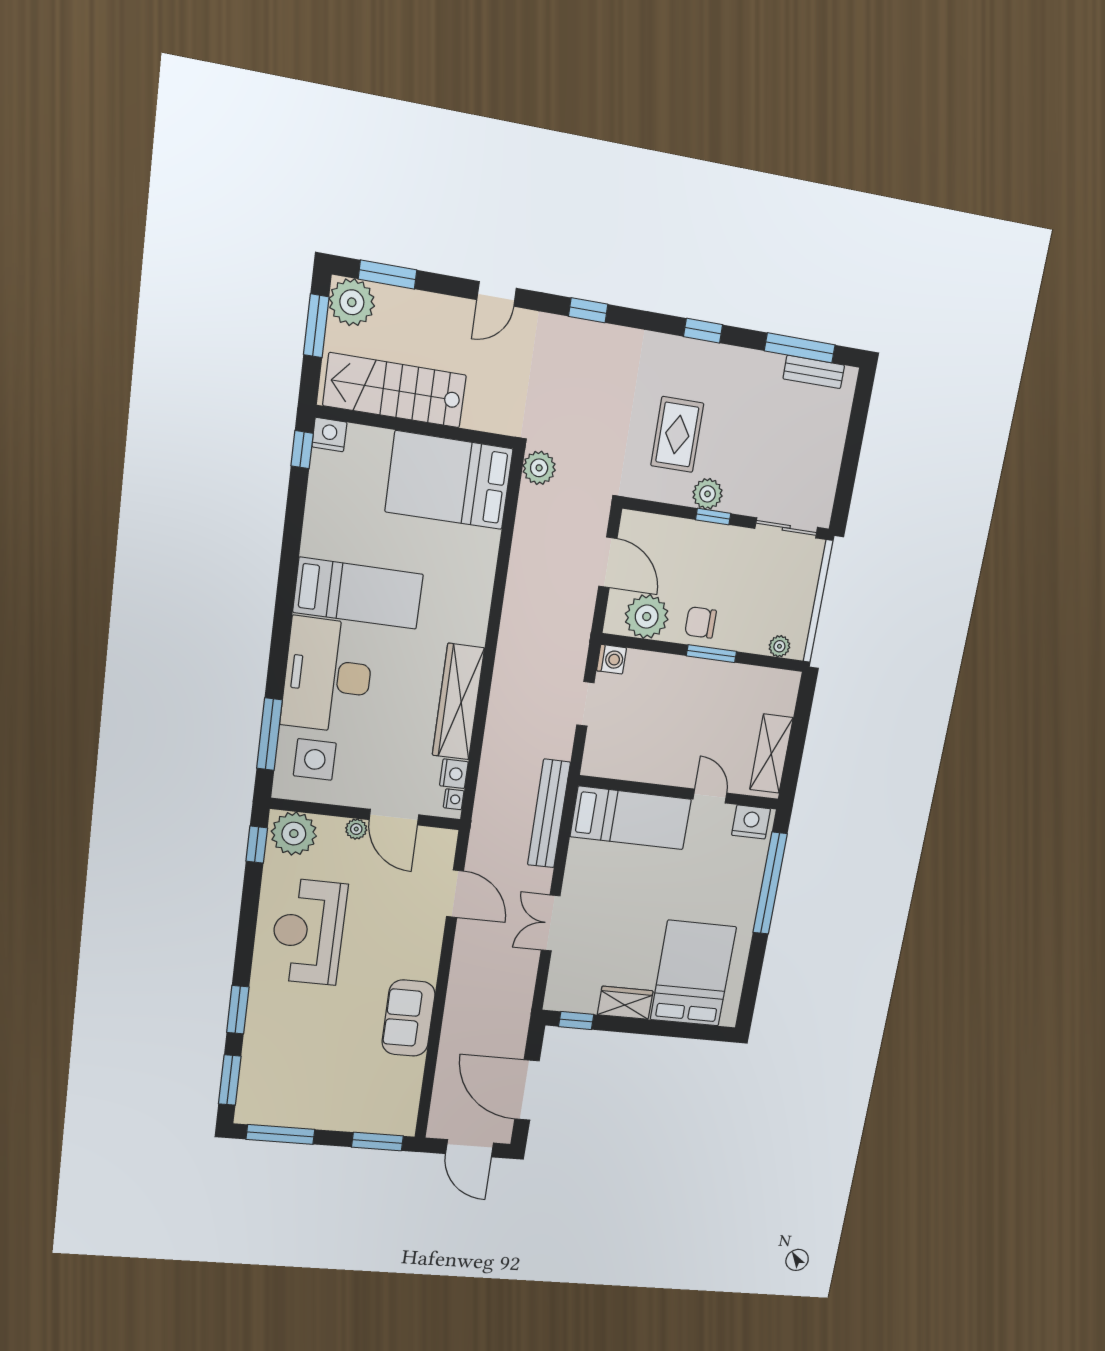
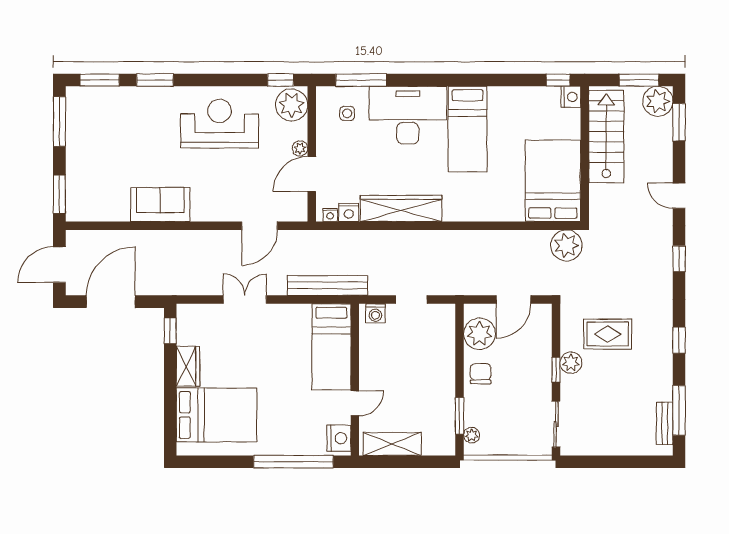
plant: (539, 468) -> (566, 245), width x1.36, depth x1.36
window: (711, 654) -> (459, 416), moved
washing machine: (612, 659) -> (375, 313), moved
side table: (315, 759) -> (347, 113), width x0.54, depth x0.54

